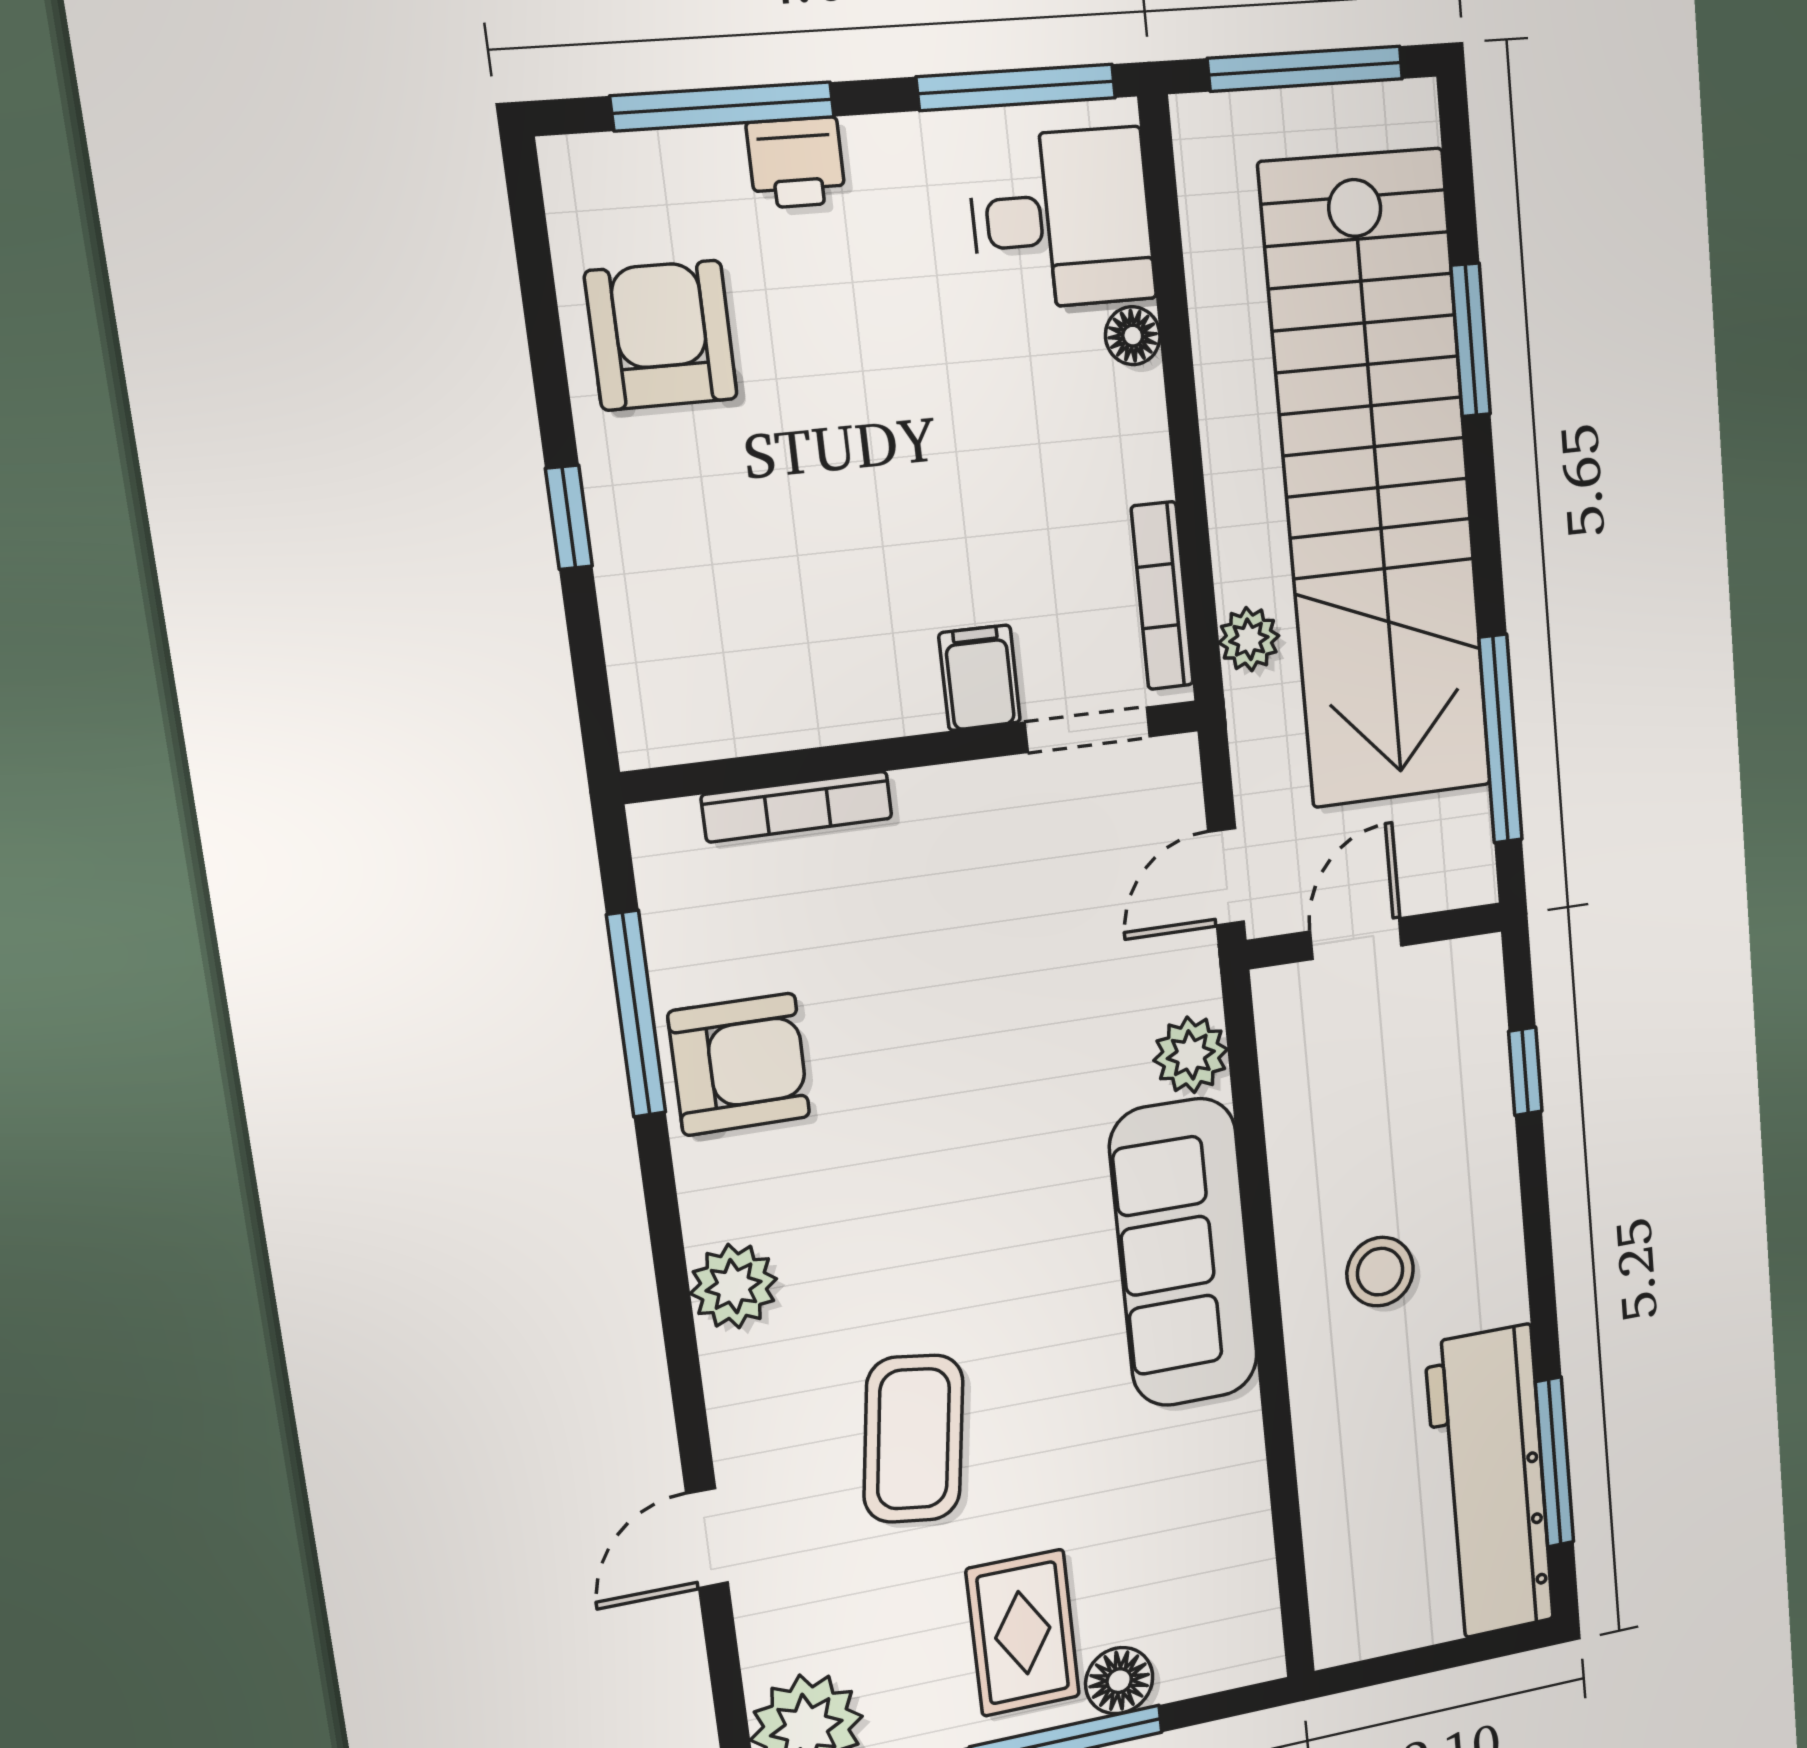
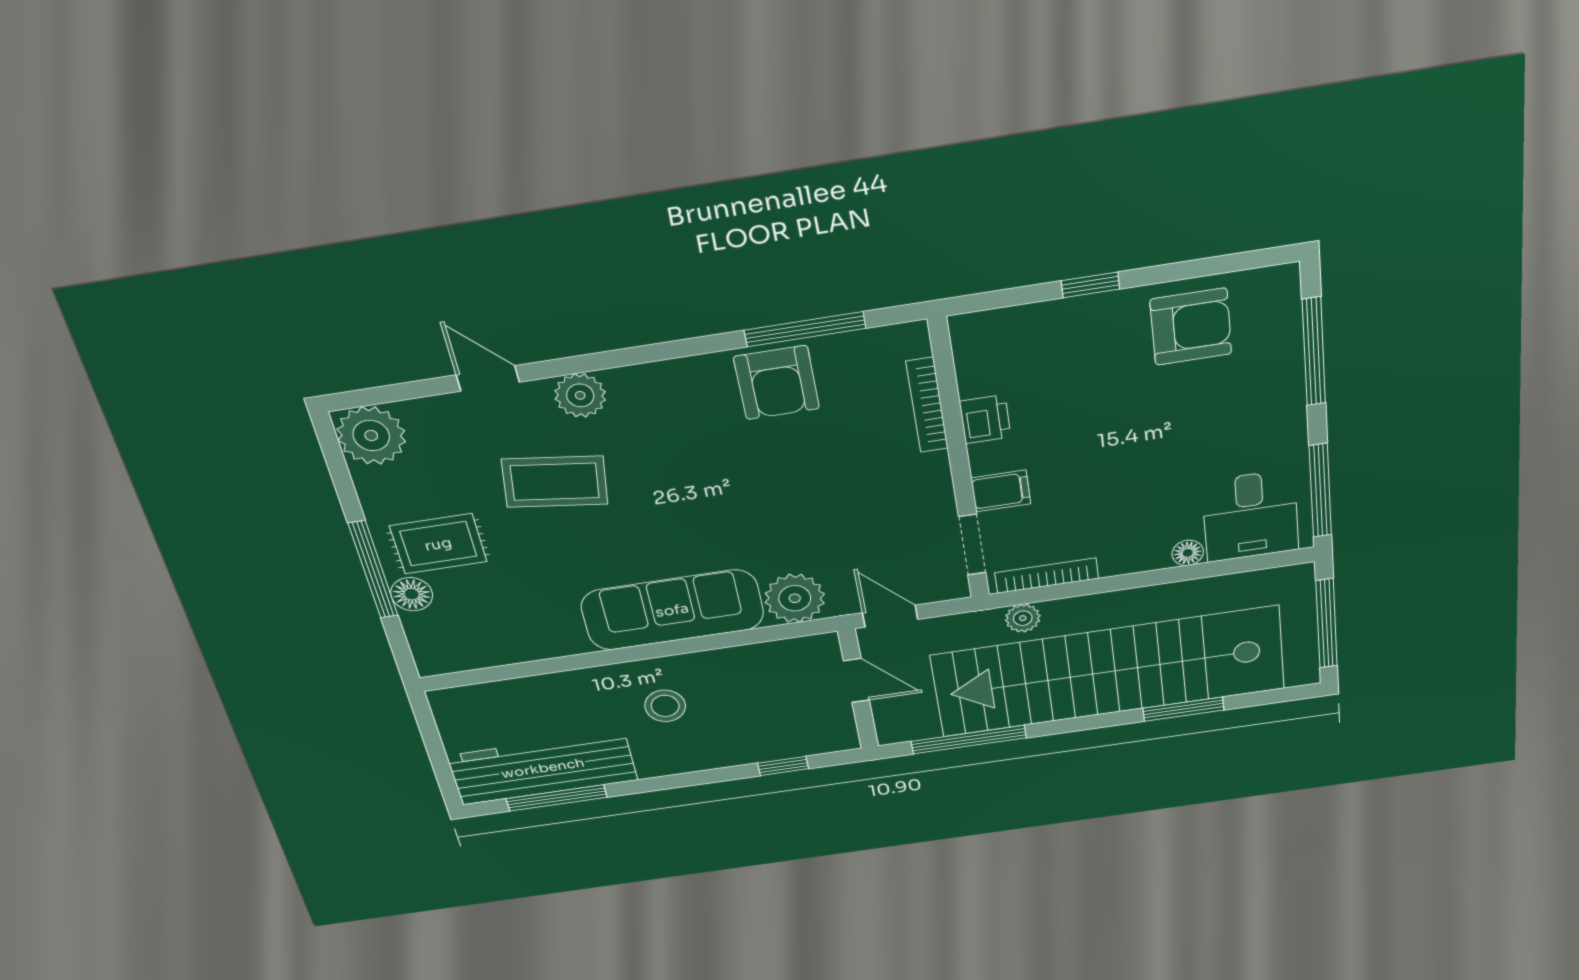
printer: (796, 163) -> (985, 419), moved, turned 180
plant: (1191, 1055) -> (795, 598), width x1.36, depth x1.36
plant: (734, 1286) -> (580, 395), moved

